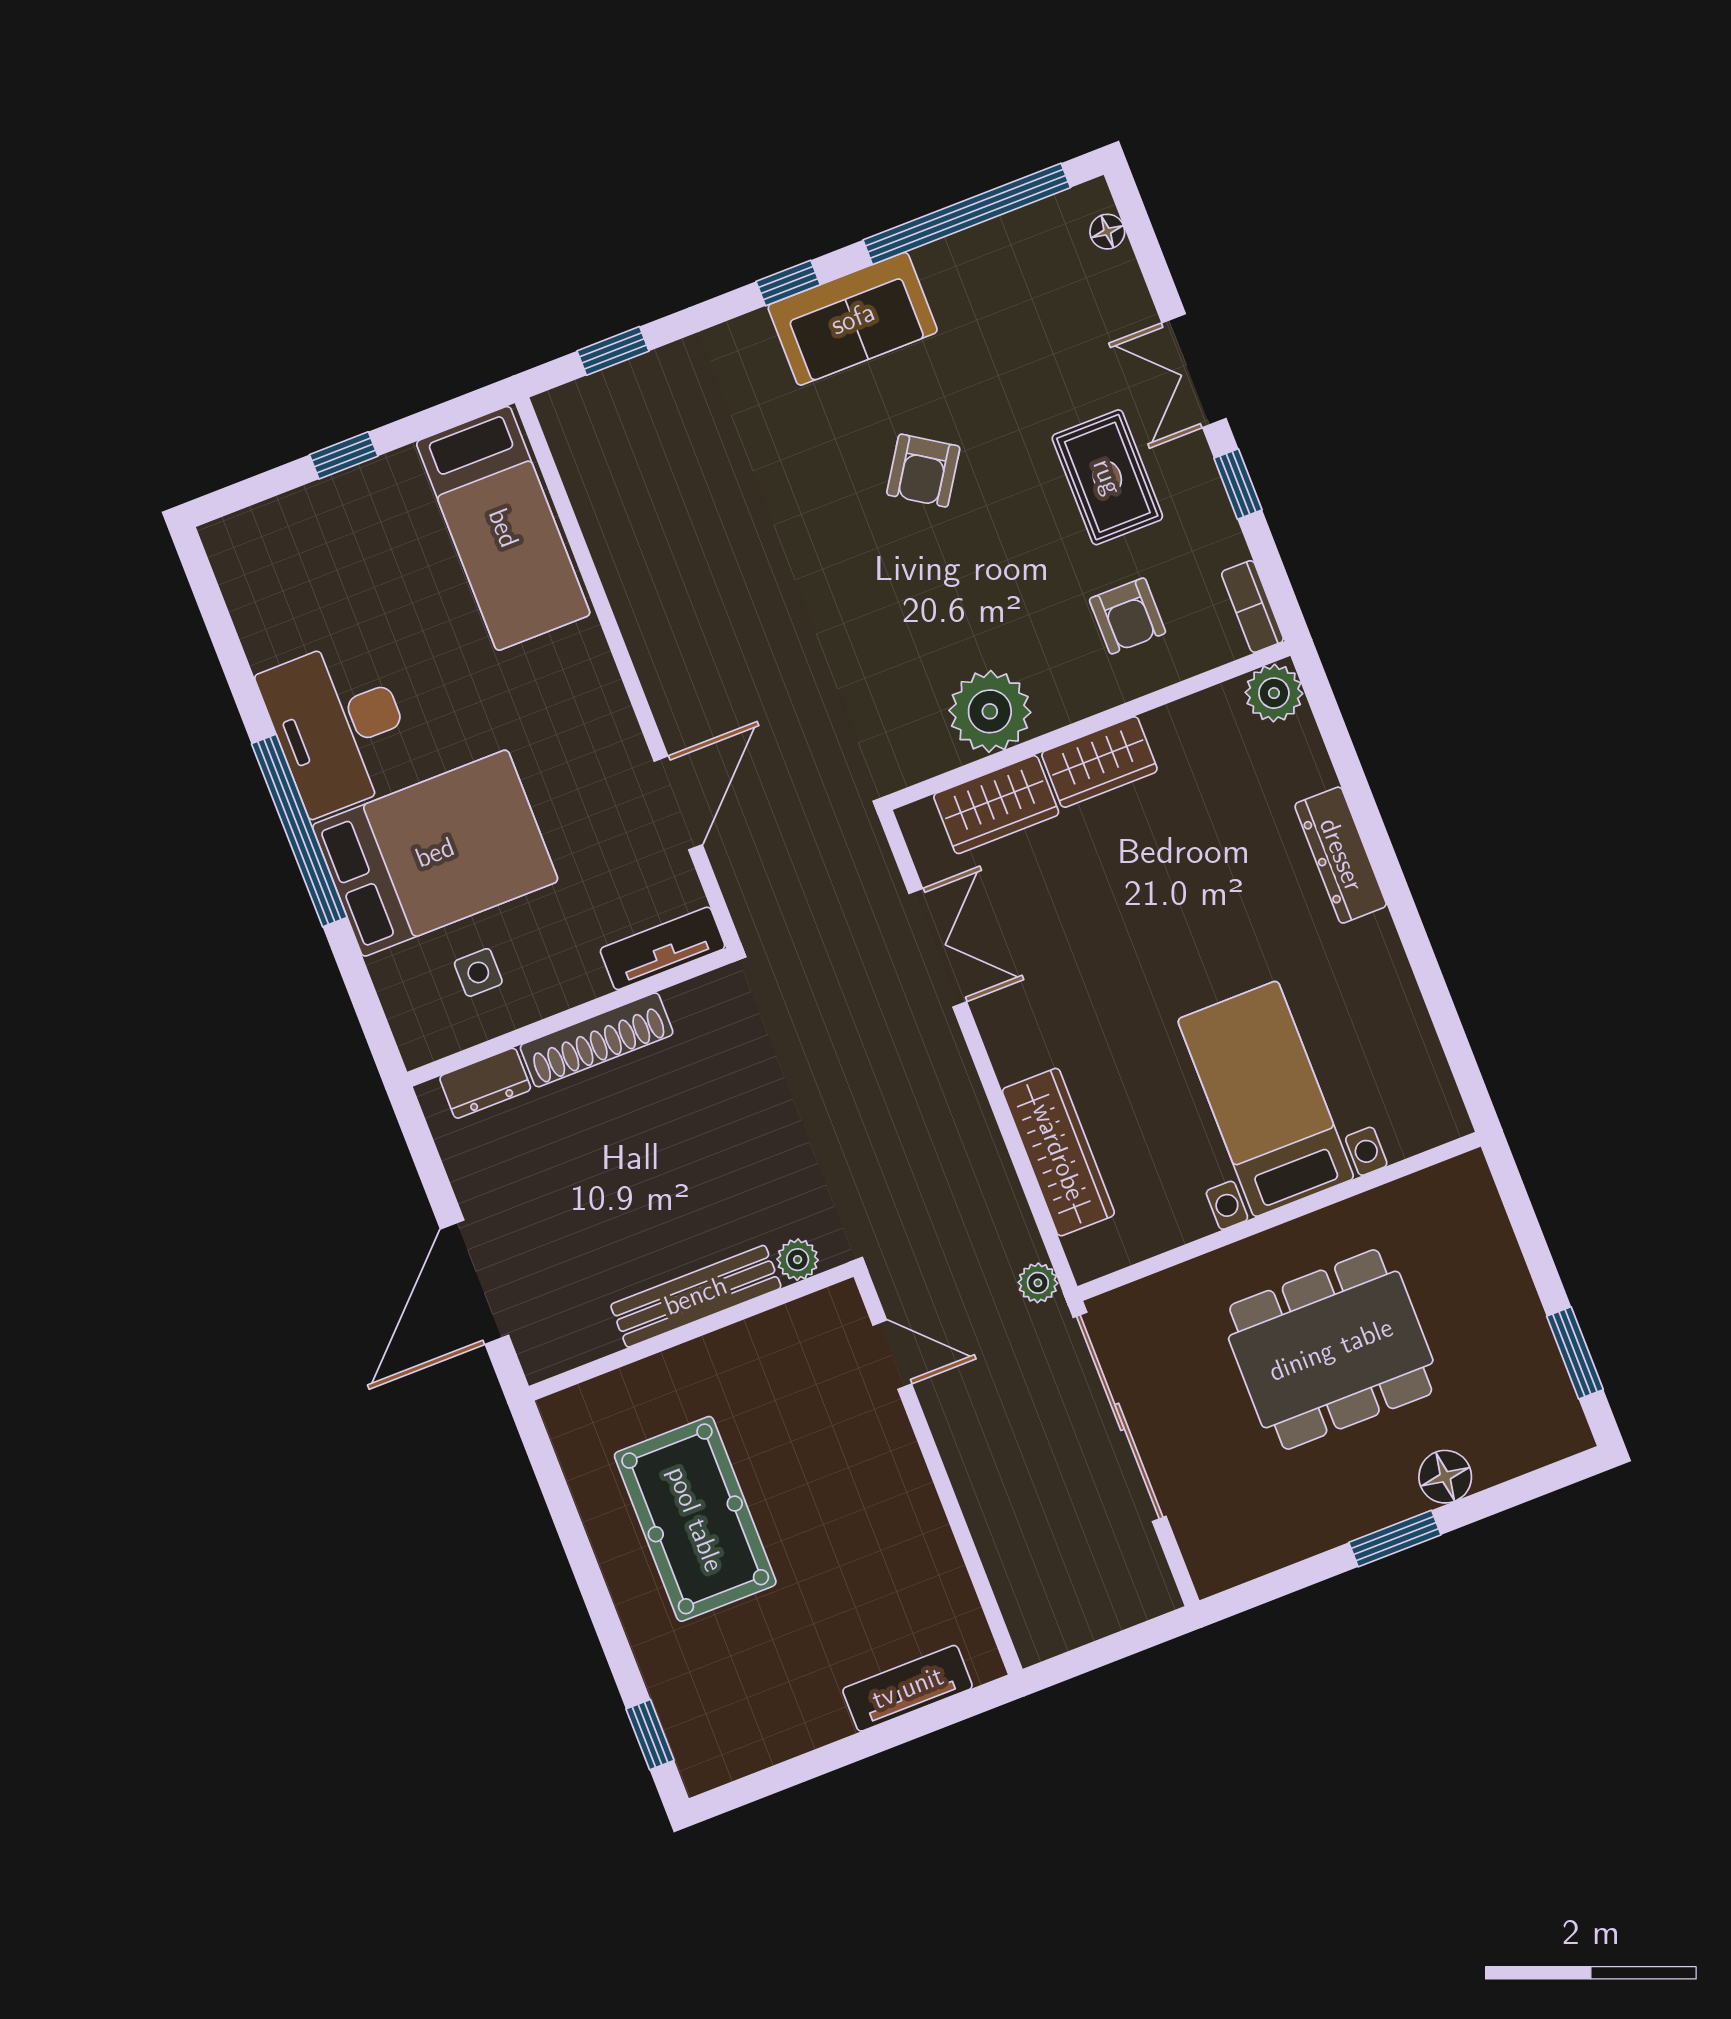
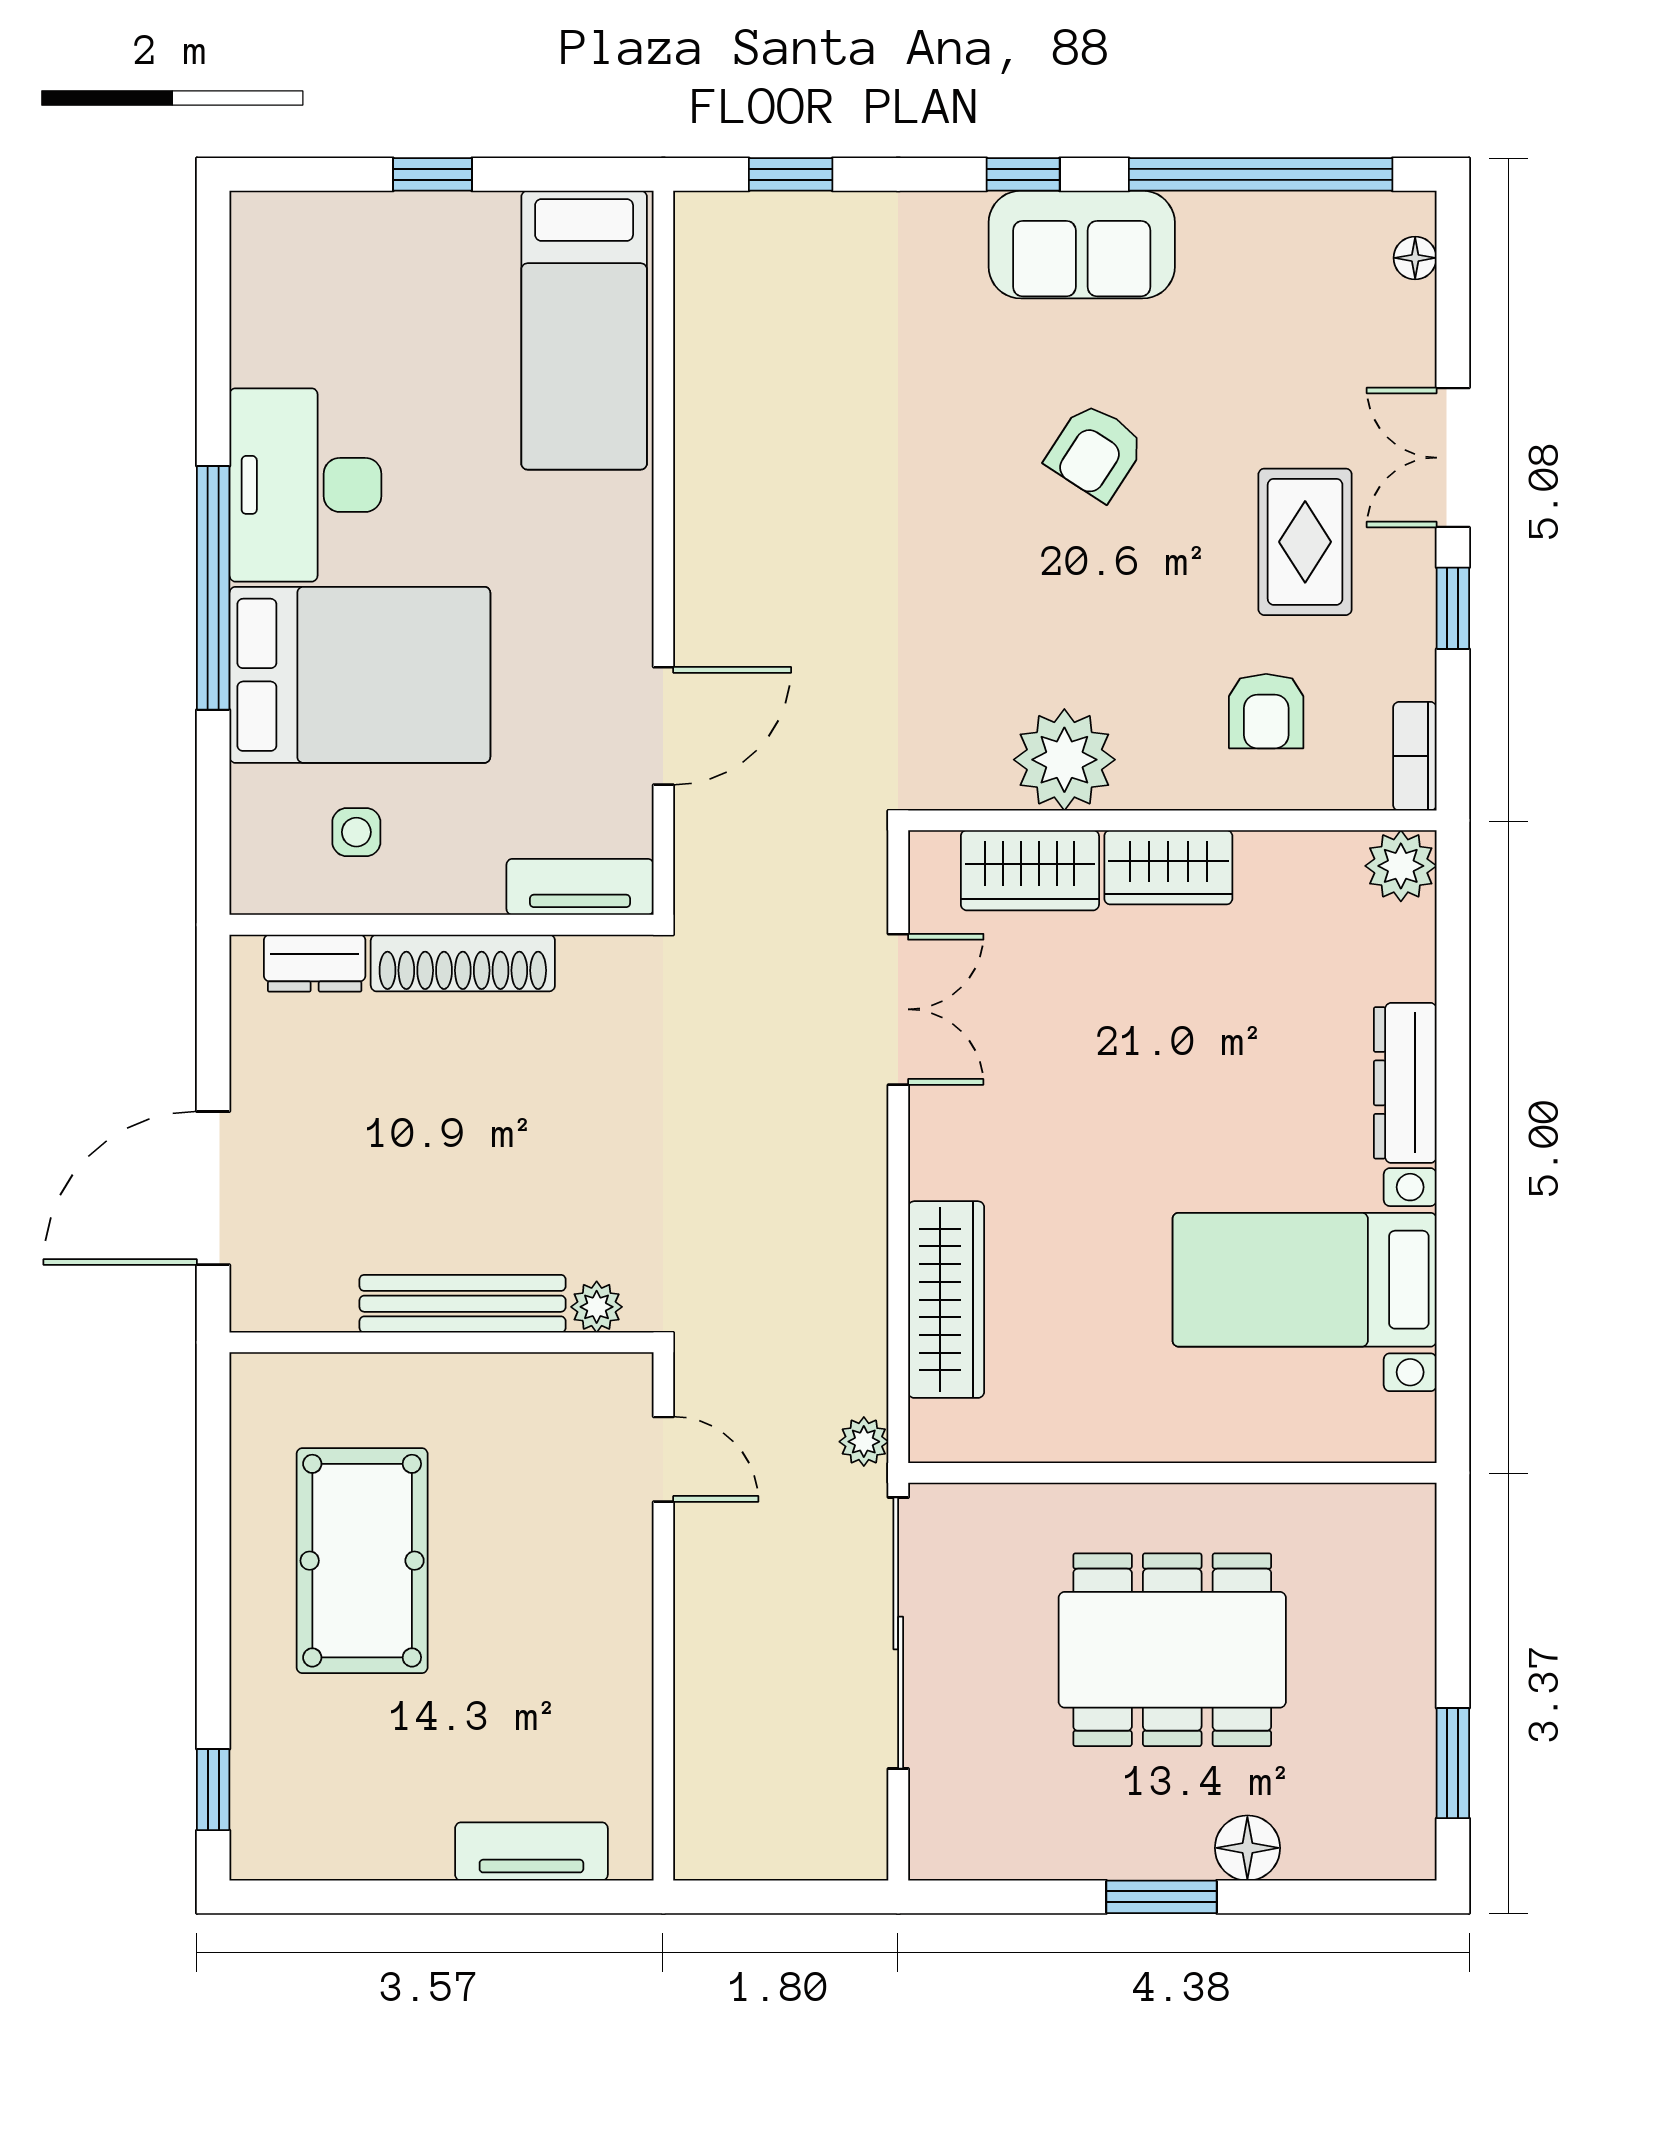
bed with nightstands: (1266, 1099) -> (1305, 1280), moved, turned -90

